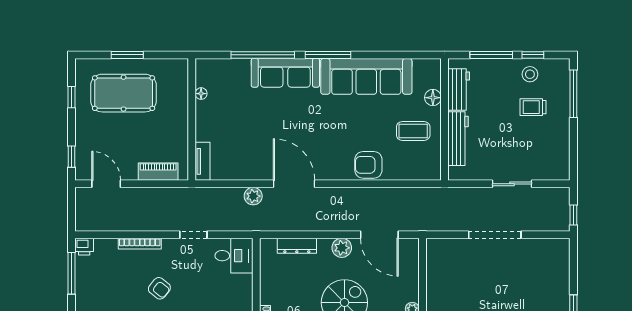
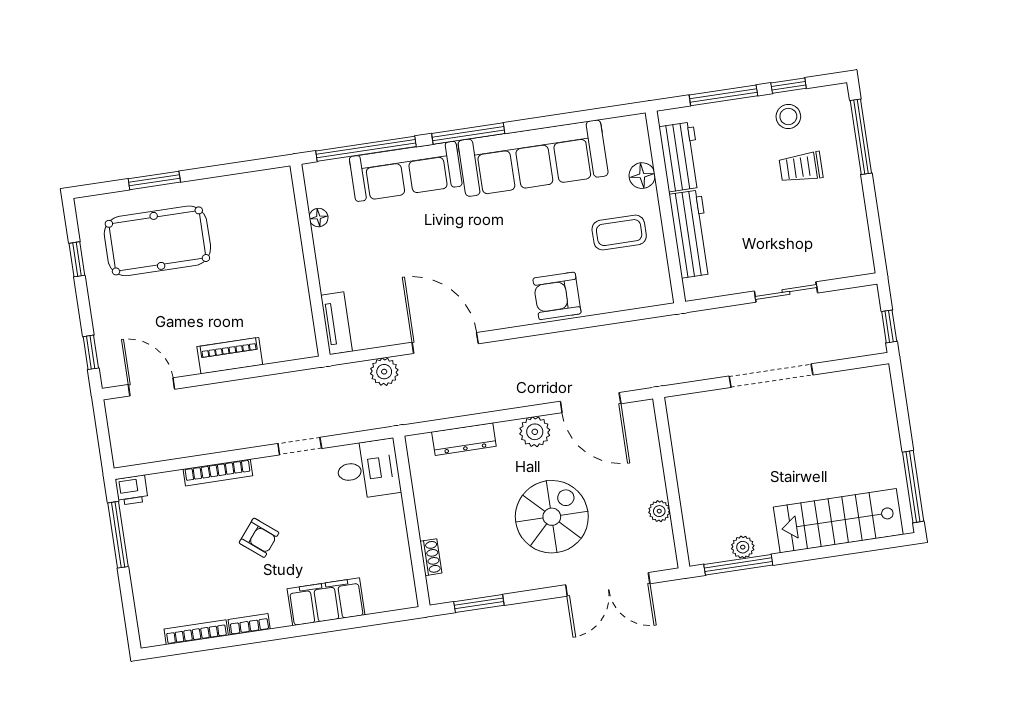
floor lamp: (201, 94) -> (319, 218), moved
wall: (192, 119) -> (310, 260), moved
tv unit: (202, 161) -> (337, 323), moved

